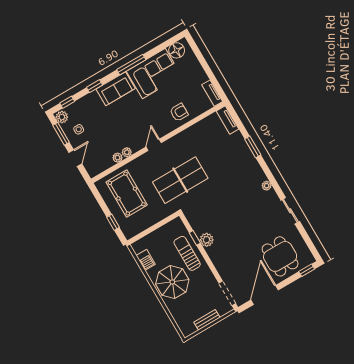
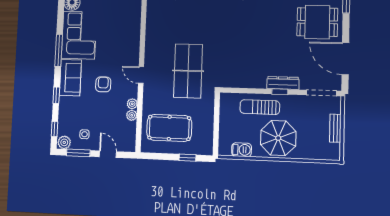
armchair: (179, 112) -> (103, 84), moved
window: (195, 238) -> (280, 92), moved
plant: (207, 240) -> (258, 81), removed
dresser: (217, 259) -> (283, 83), added

